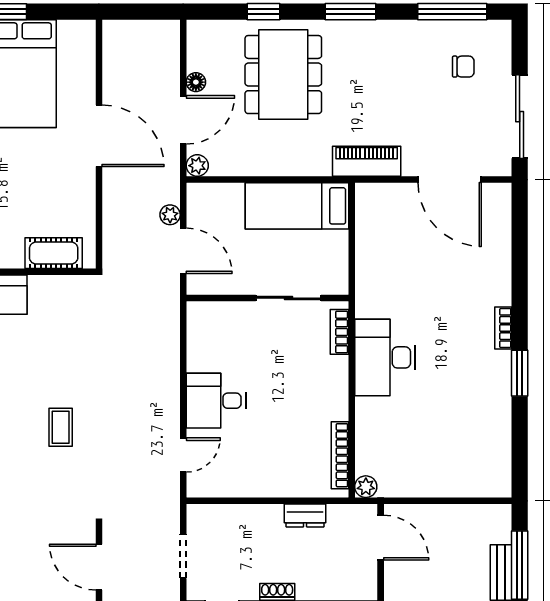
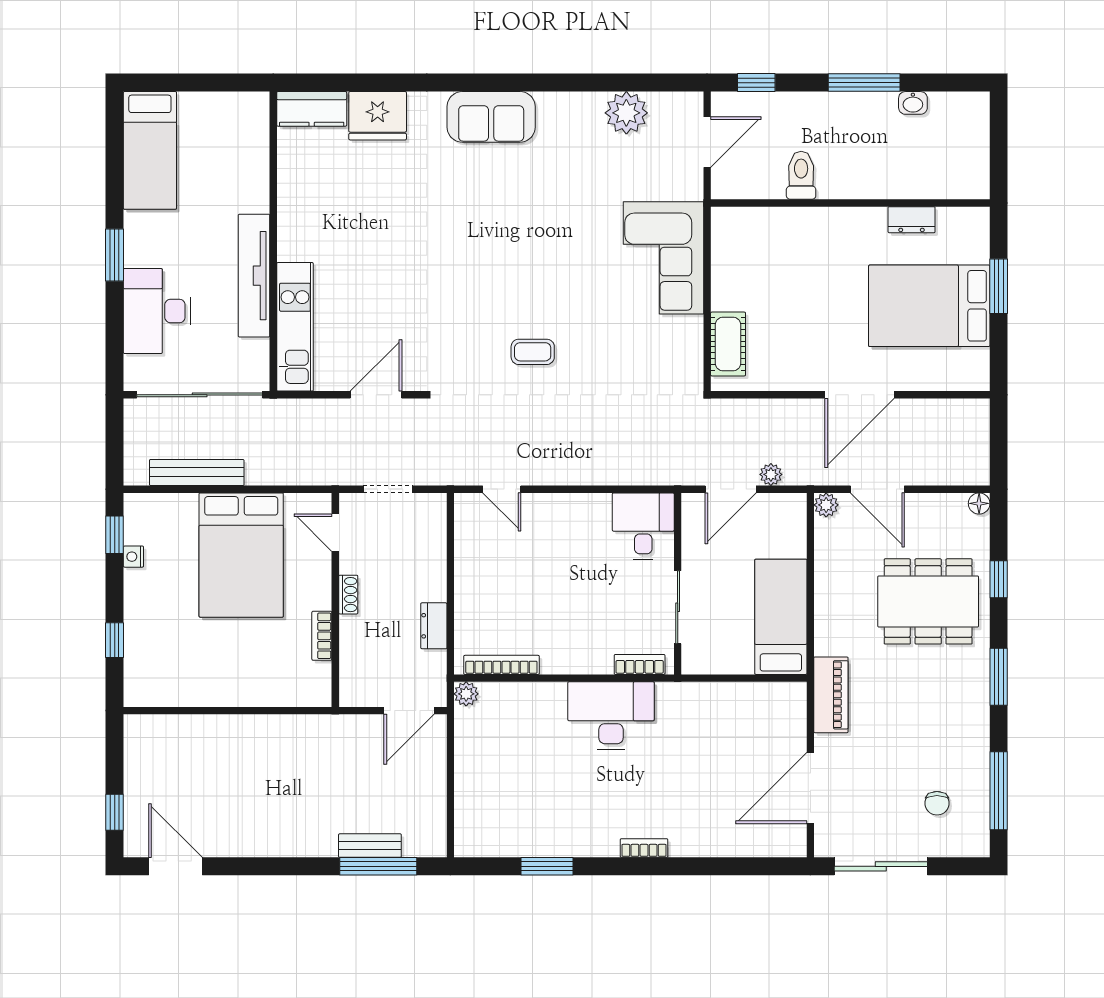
floor lamp: (196, 82) -> (979, 503), moved
window: (520, 373) -> (547, 866), moved
desk: (216, 401) -> (643, 526), moved

